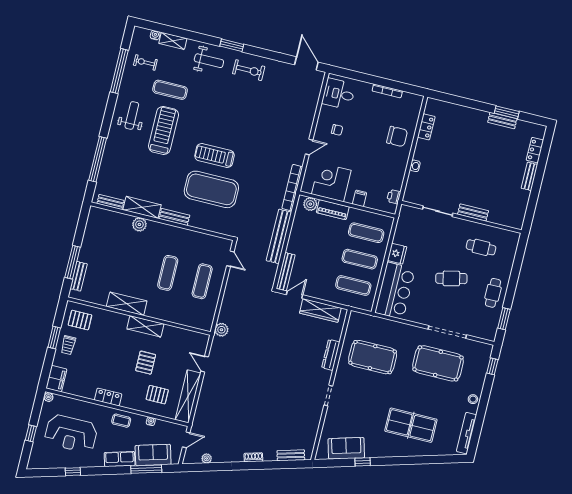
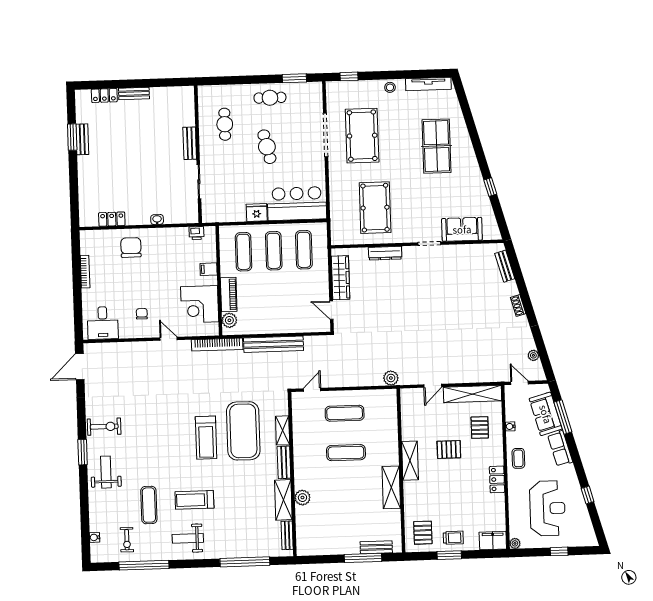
shelving: (173, 41) -> (283, 430), moved
exercise bike: (249, 70) -> (104, 427), turned 90
treadmill: (163, 130) -> (194, 500), width x0.73, depth x0.73
bench: (286, 272) -> (309, 327), removed
sofa: (346, 448) -> (462, 229), moved, turned 106

